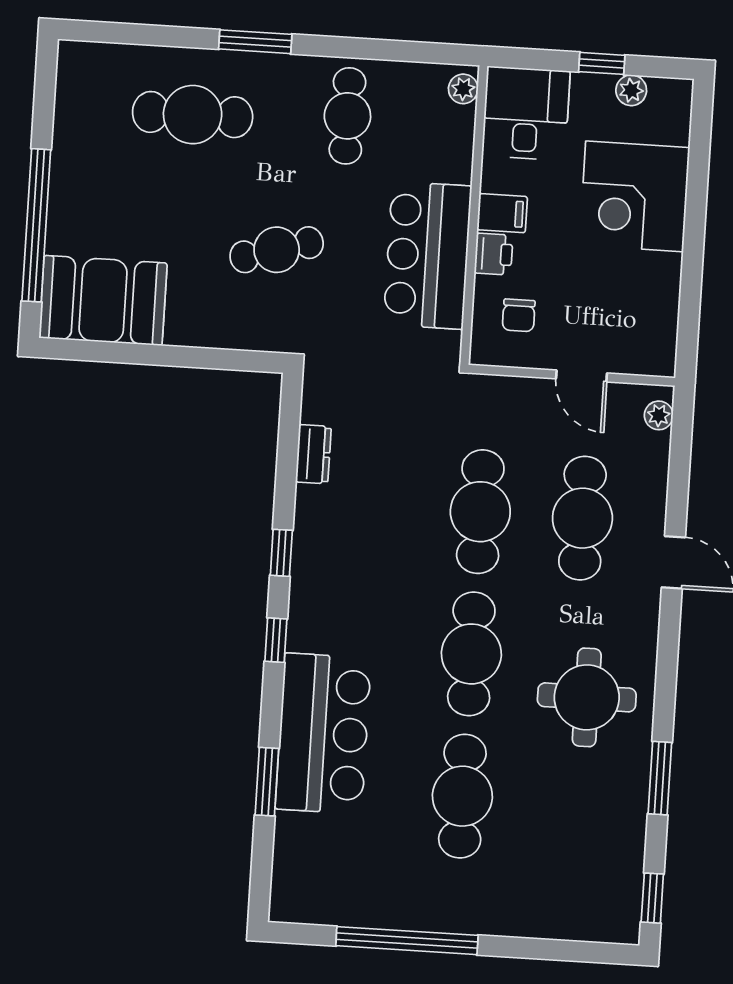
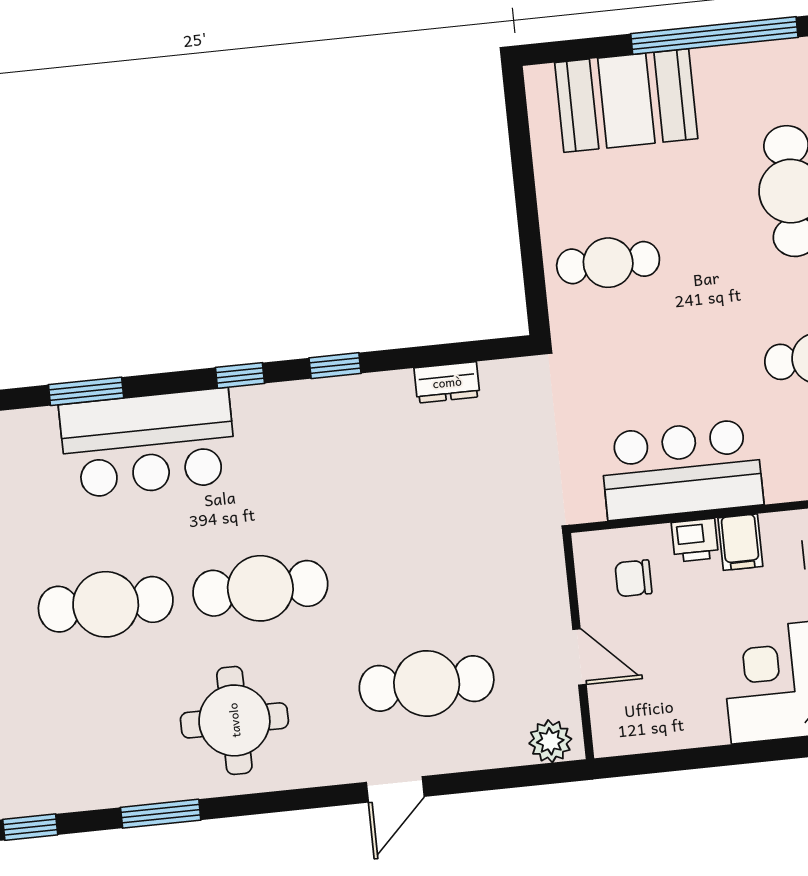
window: (36, 225) -> (714, 36), moved
cafe table: (277, 250) -> (608, 263), moved, turned -74
booth: (103, 301) -> (626, 101), moved, turned 90
door: (582, 376) -> (579, 657), swing flipped
plant: (659, 415) -> (550, 741), width x1.38, depth x1.38
cafe table: (480, 512) -> (415, 572), removed

